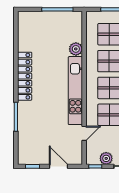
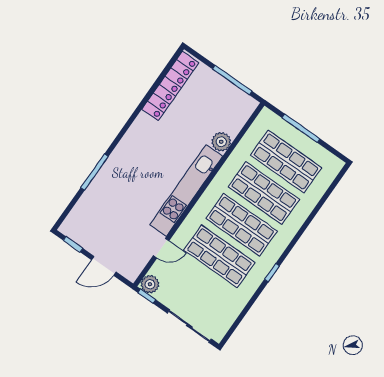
locker: (25, 76) -> (170, 86), moved
plant: (106, 158) -> (150, 284), moved
door: (59, 166) -> (104, 266), swing flipped

